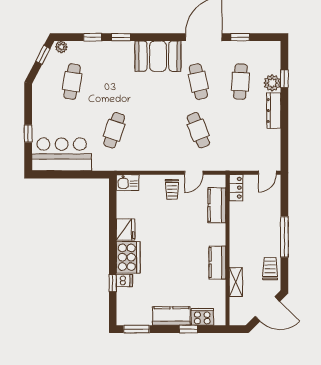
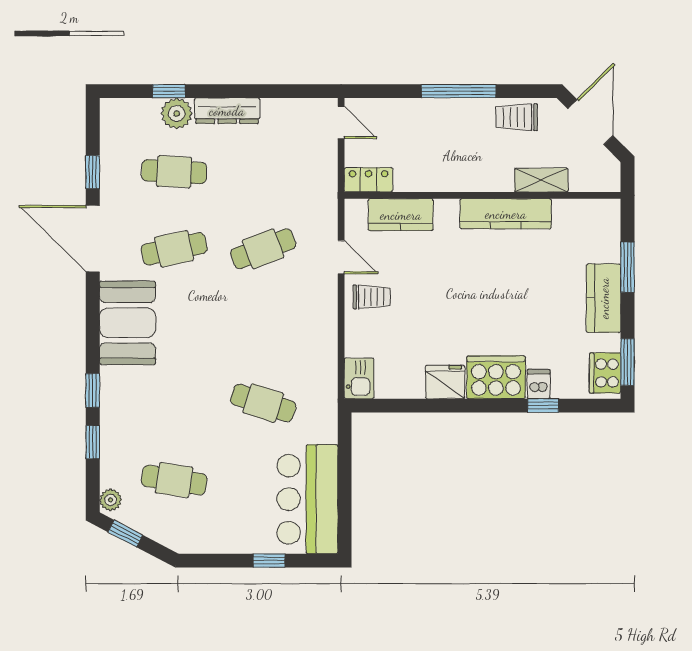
kitchen counter: (217, 263) -> (506, 214), width x1.50
cooker: (202, 317) -> (605, 373), moved
window: (188, 329) -> (628, 267), width x1.50

